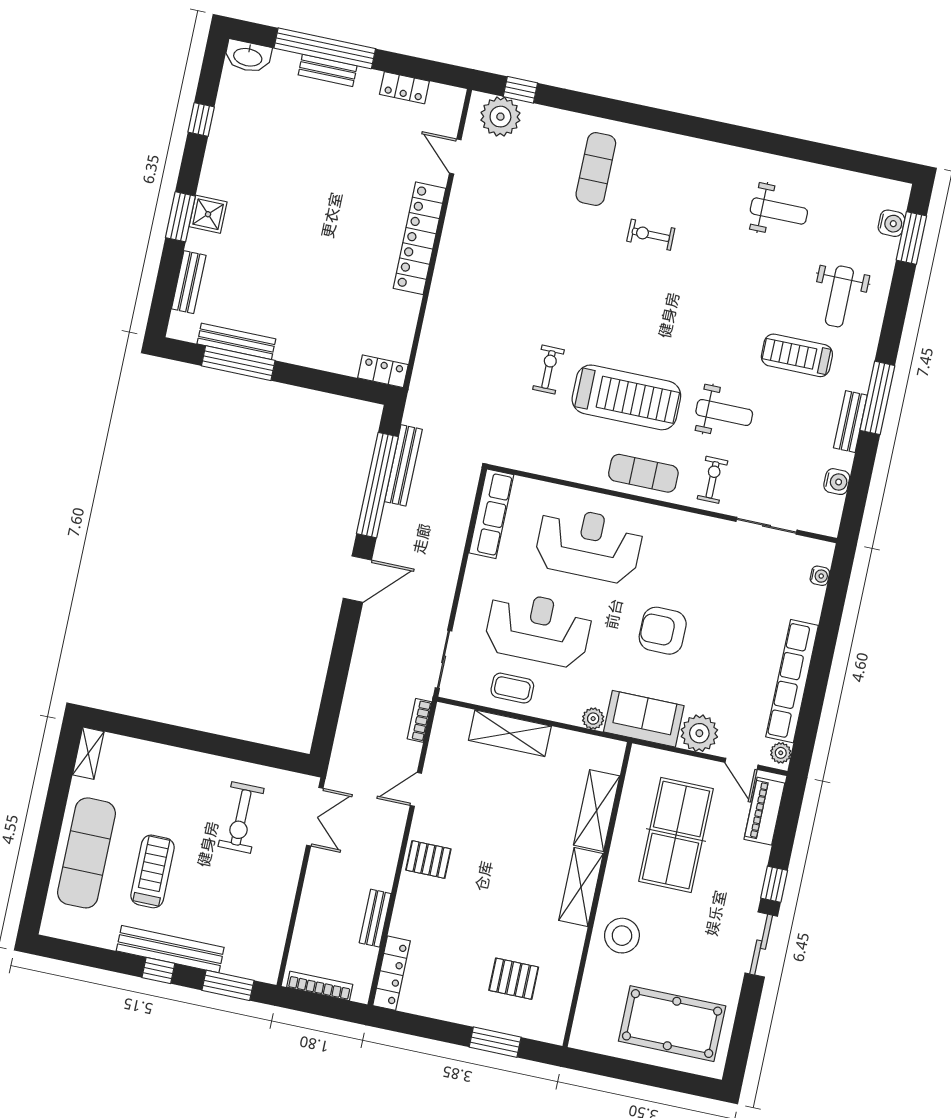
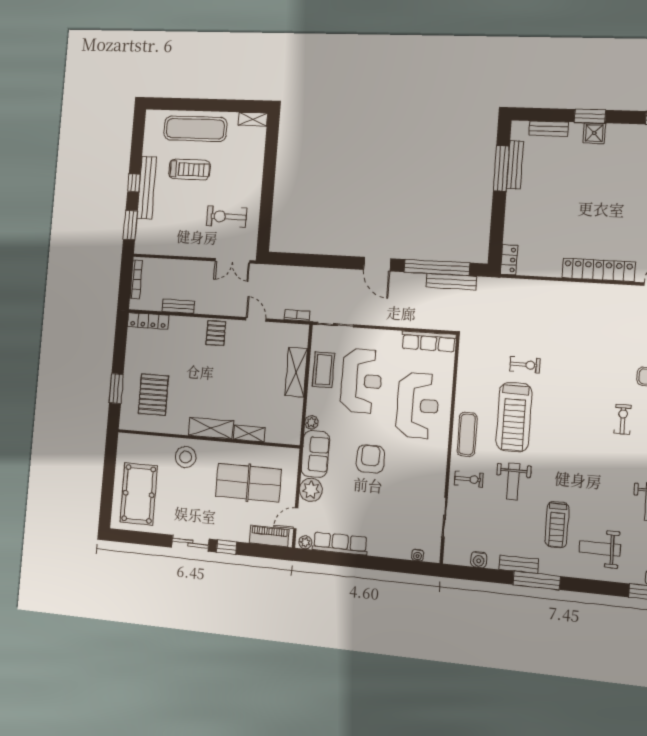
treadmill: (797, 355) -> (557, 525), turned 180
row of seats: (792, 681) -> (340, 544), width x0.73
coffee table: (512, 688) -> (323, 370), width x1.36, depth x1.30
shelving: (597, 811) -> (249, 434), width x0.67, depth x0.75
pallet: (514, 979) -> (153, 395), width x1.50, depth x1.42

